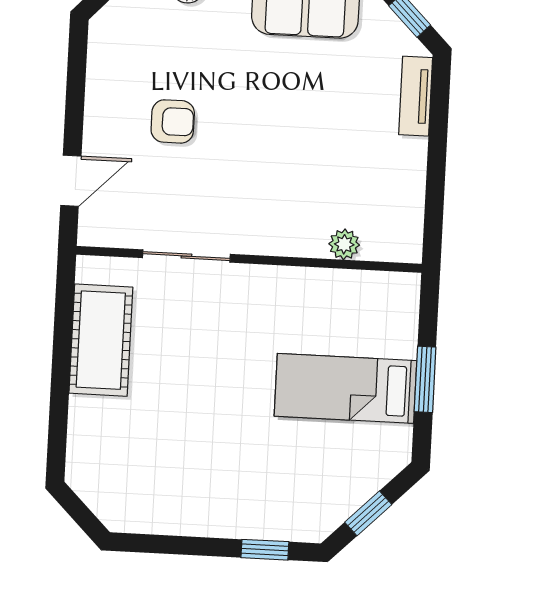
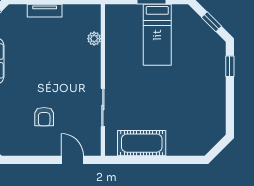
tv unit: (416, 96) -> (45, 11), moved
armchair: (173, 121) -> (44, 117), turned 180

